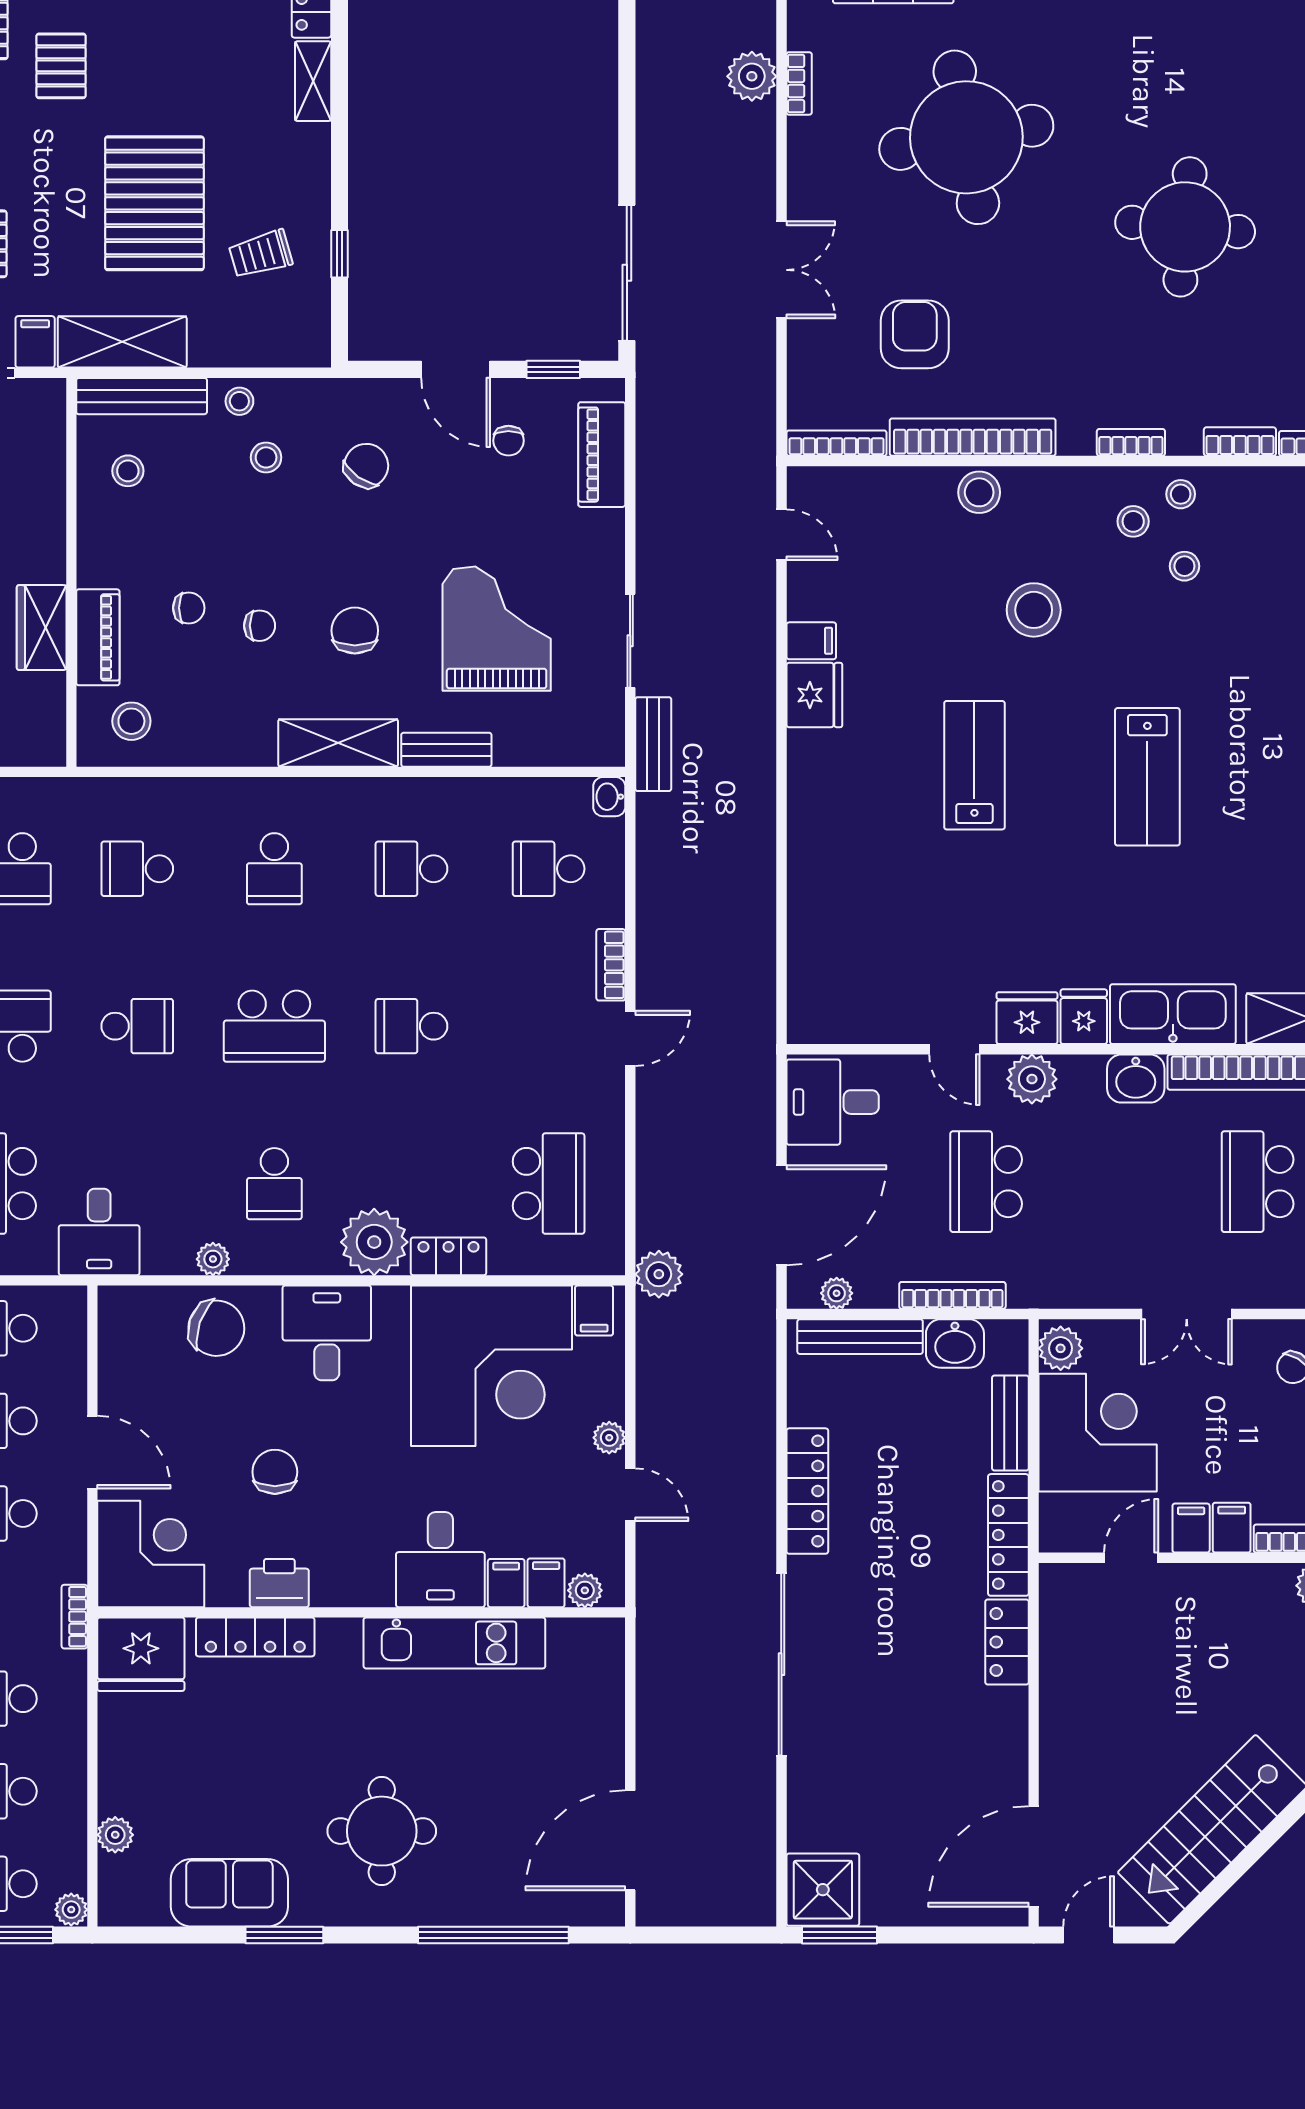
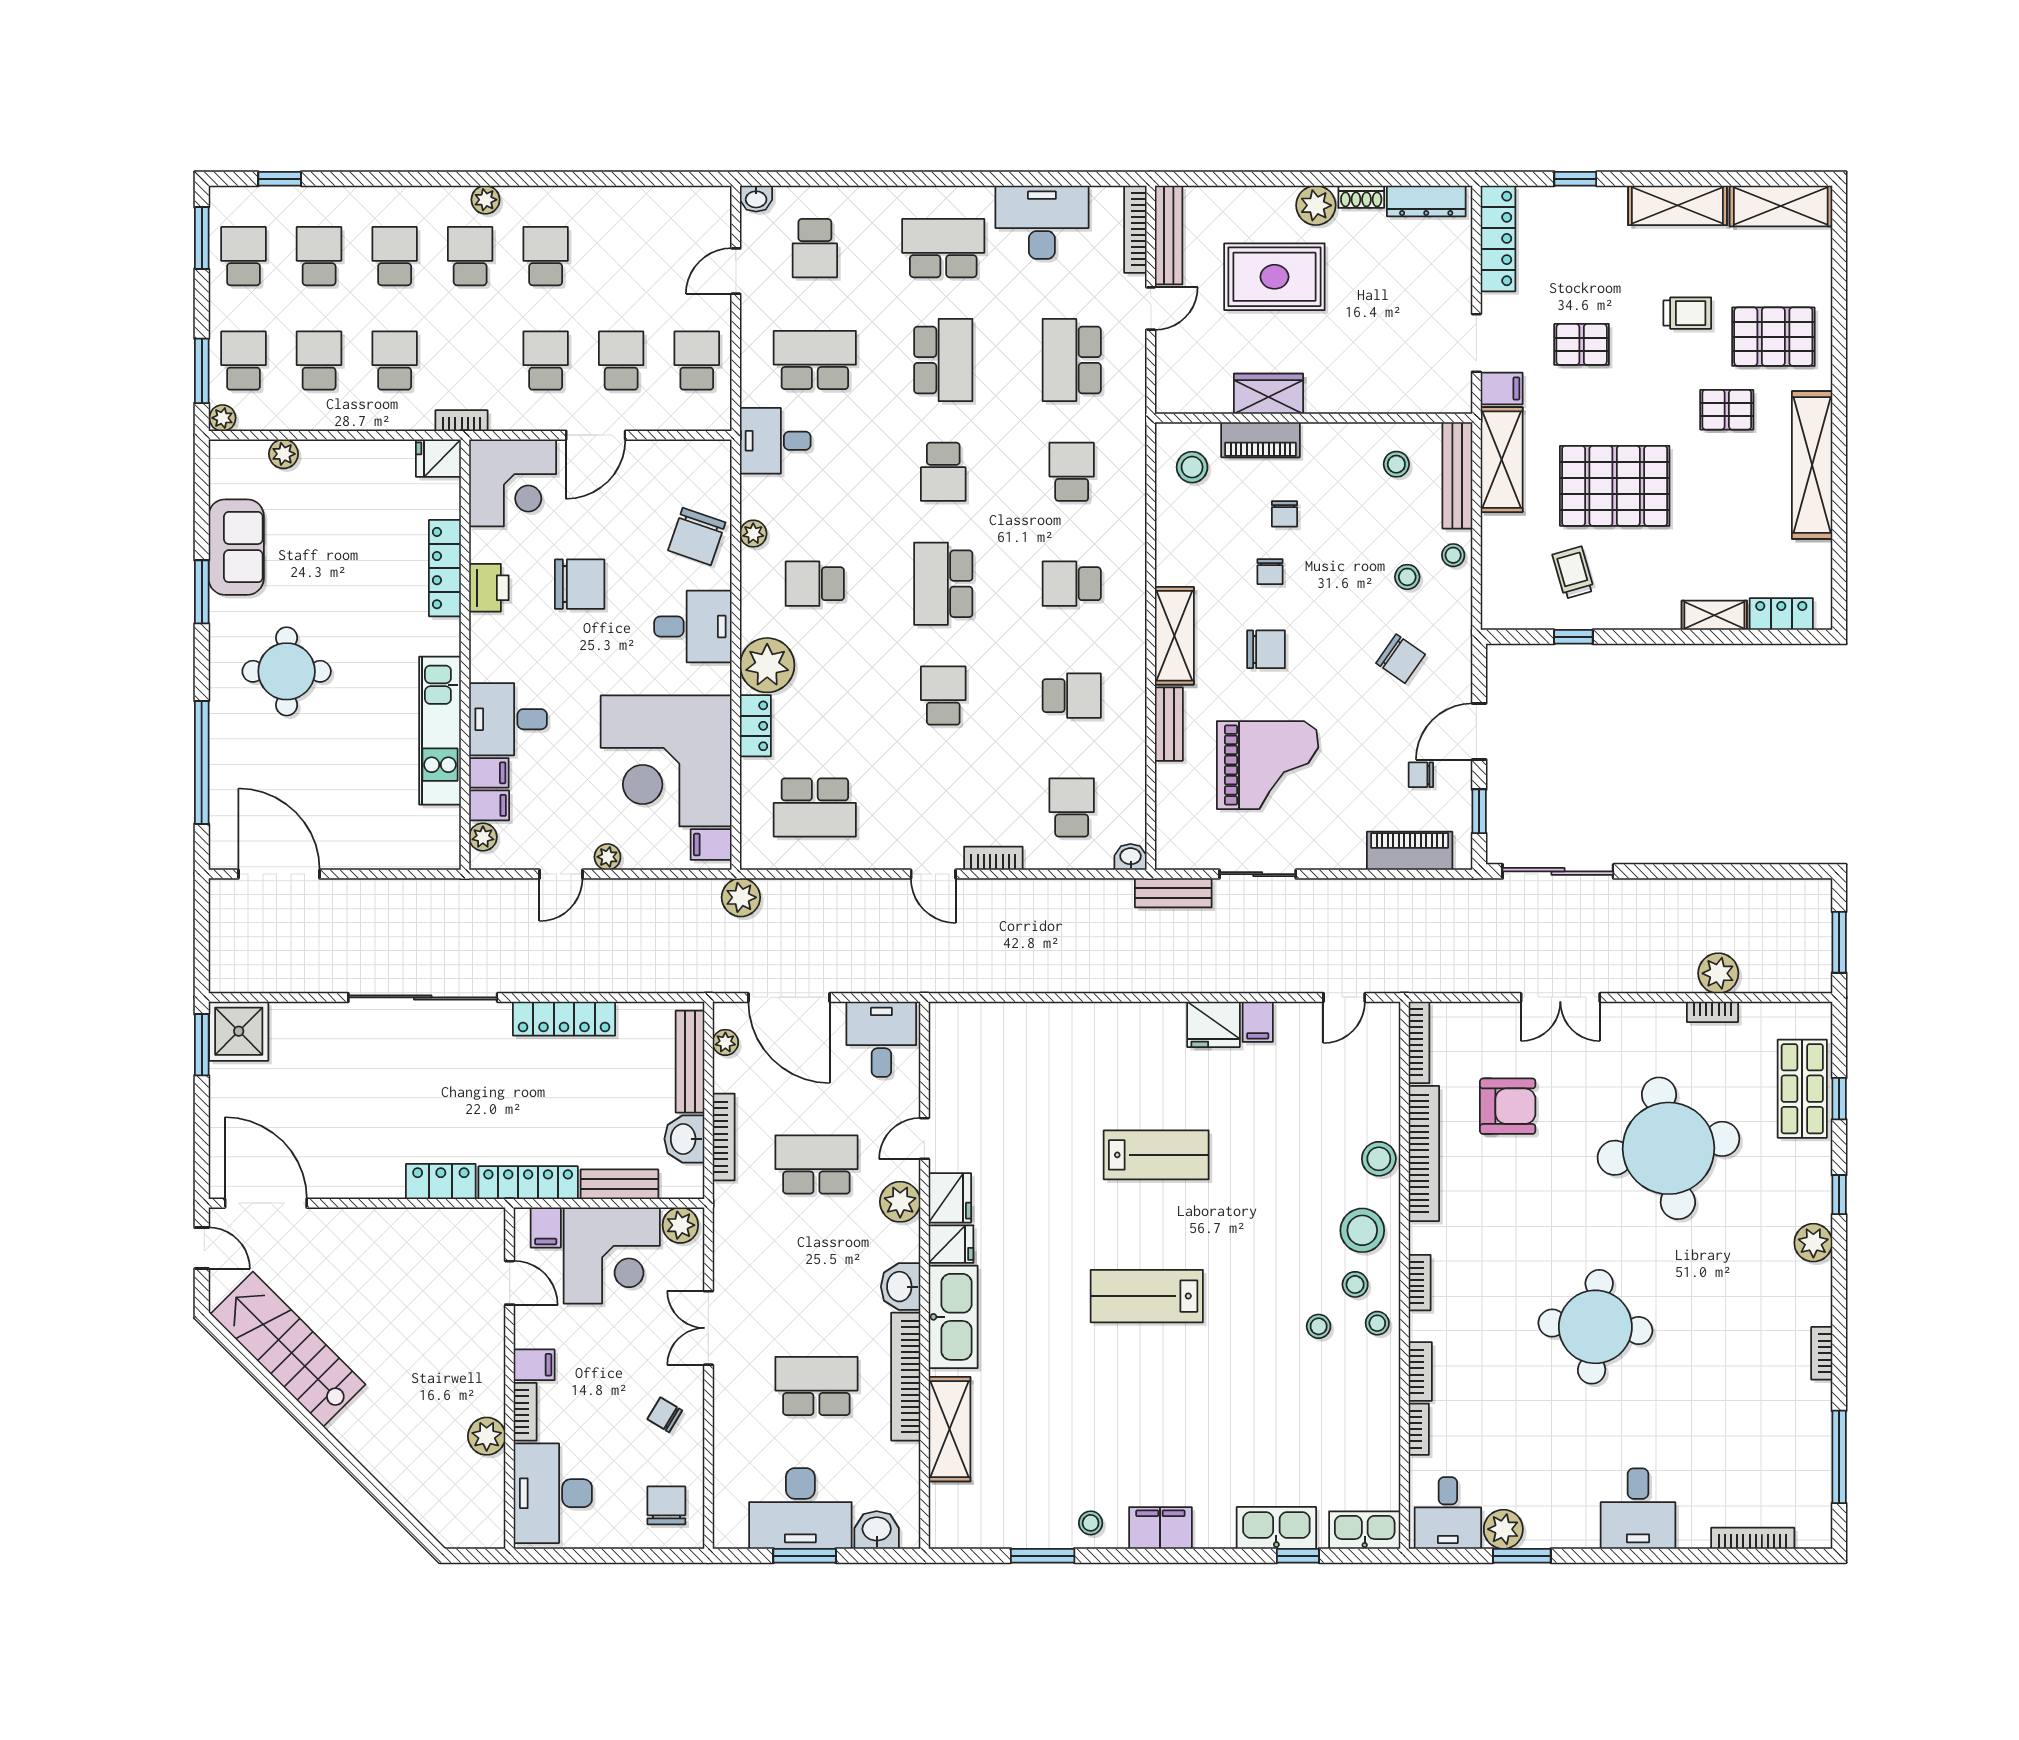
stool: (1034, 610) -> (1362, 1230), moved
school desk: (411, 869) -> (1072, 696), turned 90
chair: (275, 1472) -> (580, 584), width x1.37, depth x1.37
filing cabinet: (1191, 1528) -> (546, 1227), moved, turned 90
fridge: (141, 1654) -> (438, 458), width x0.53, depth x0.75

